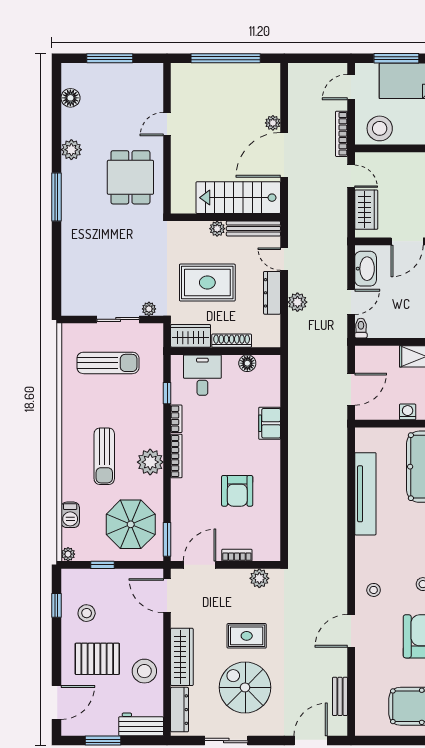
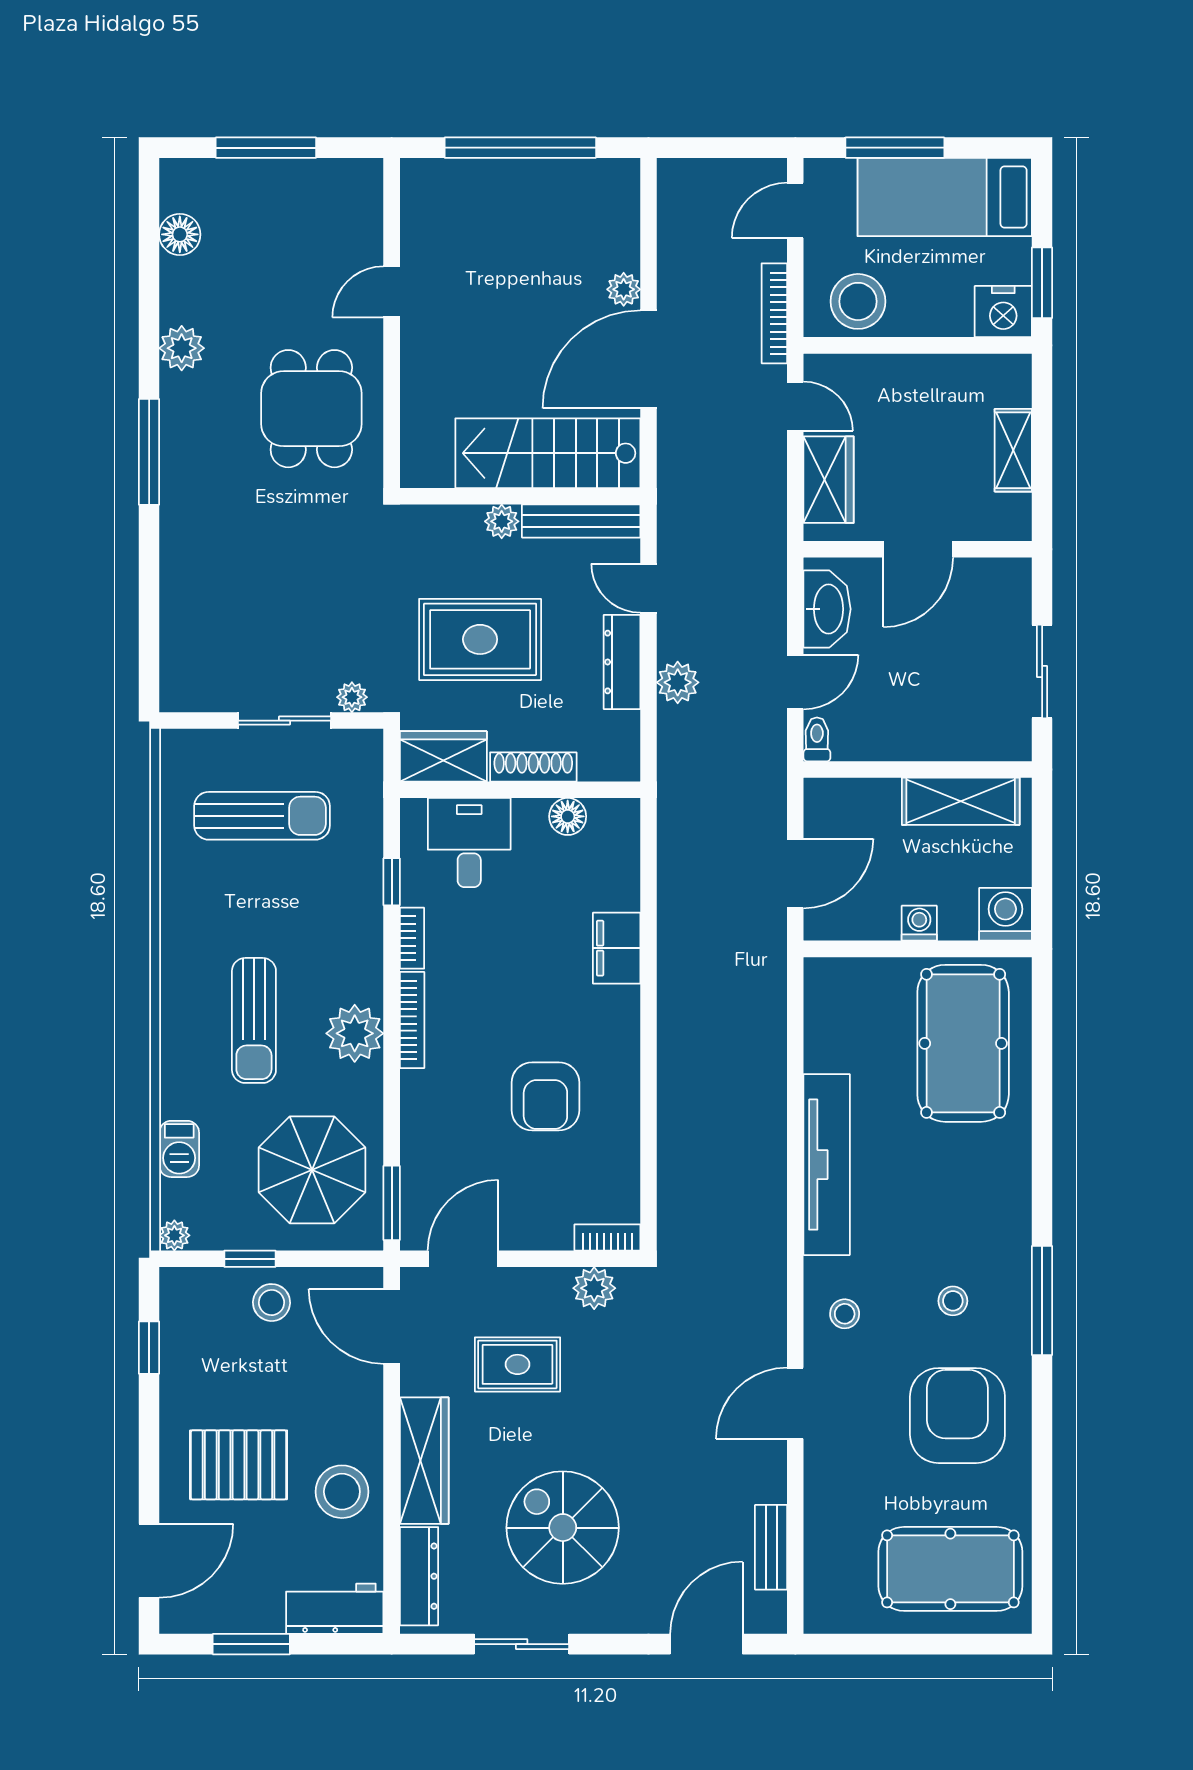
tv unit: (365, 494) -> (827, 1165), moved
bookcase: (237, 555) -> (607, 1237), moved
stool: (87, 613) -> (272, 1303), moved
rug: (247, 636) -> (517, 1364), moved

